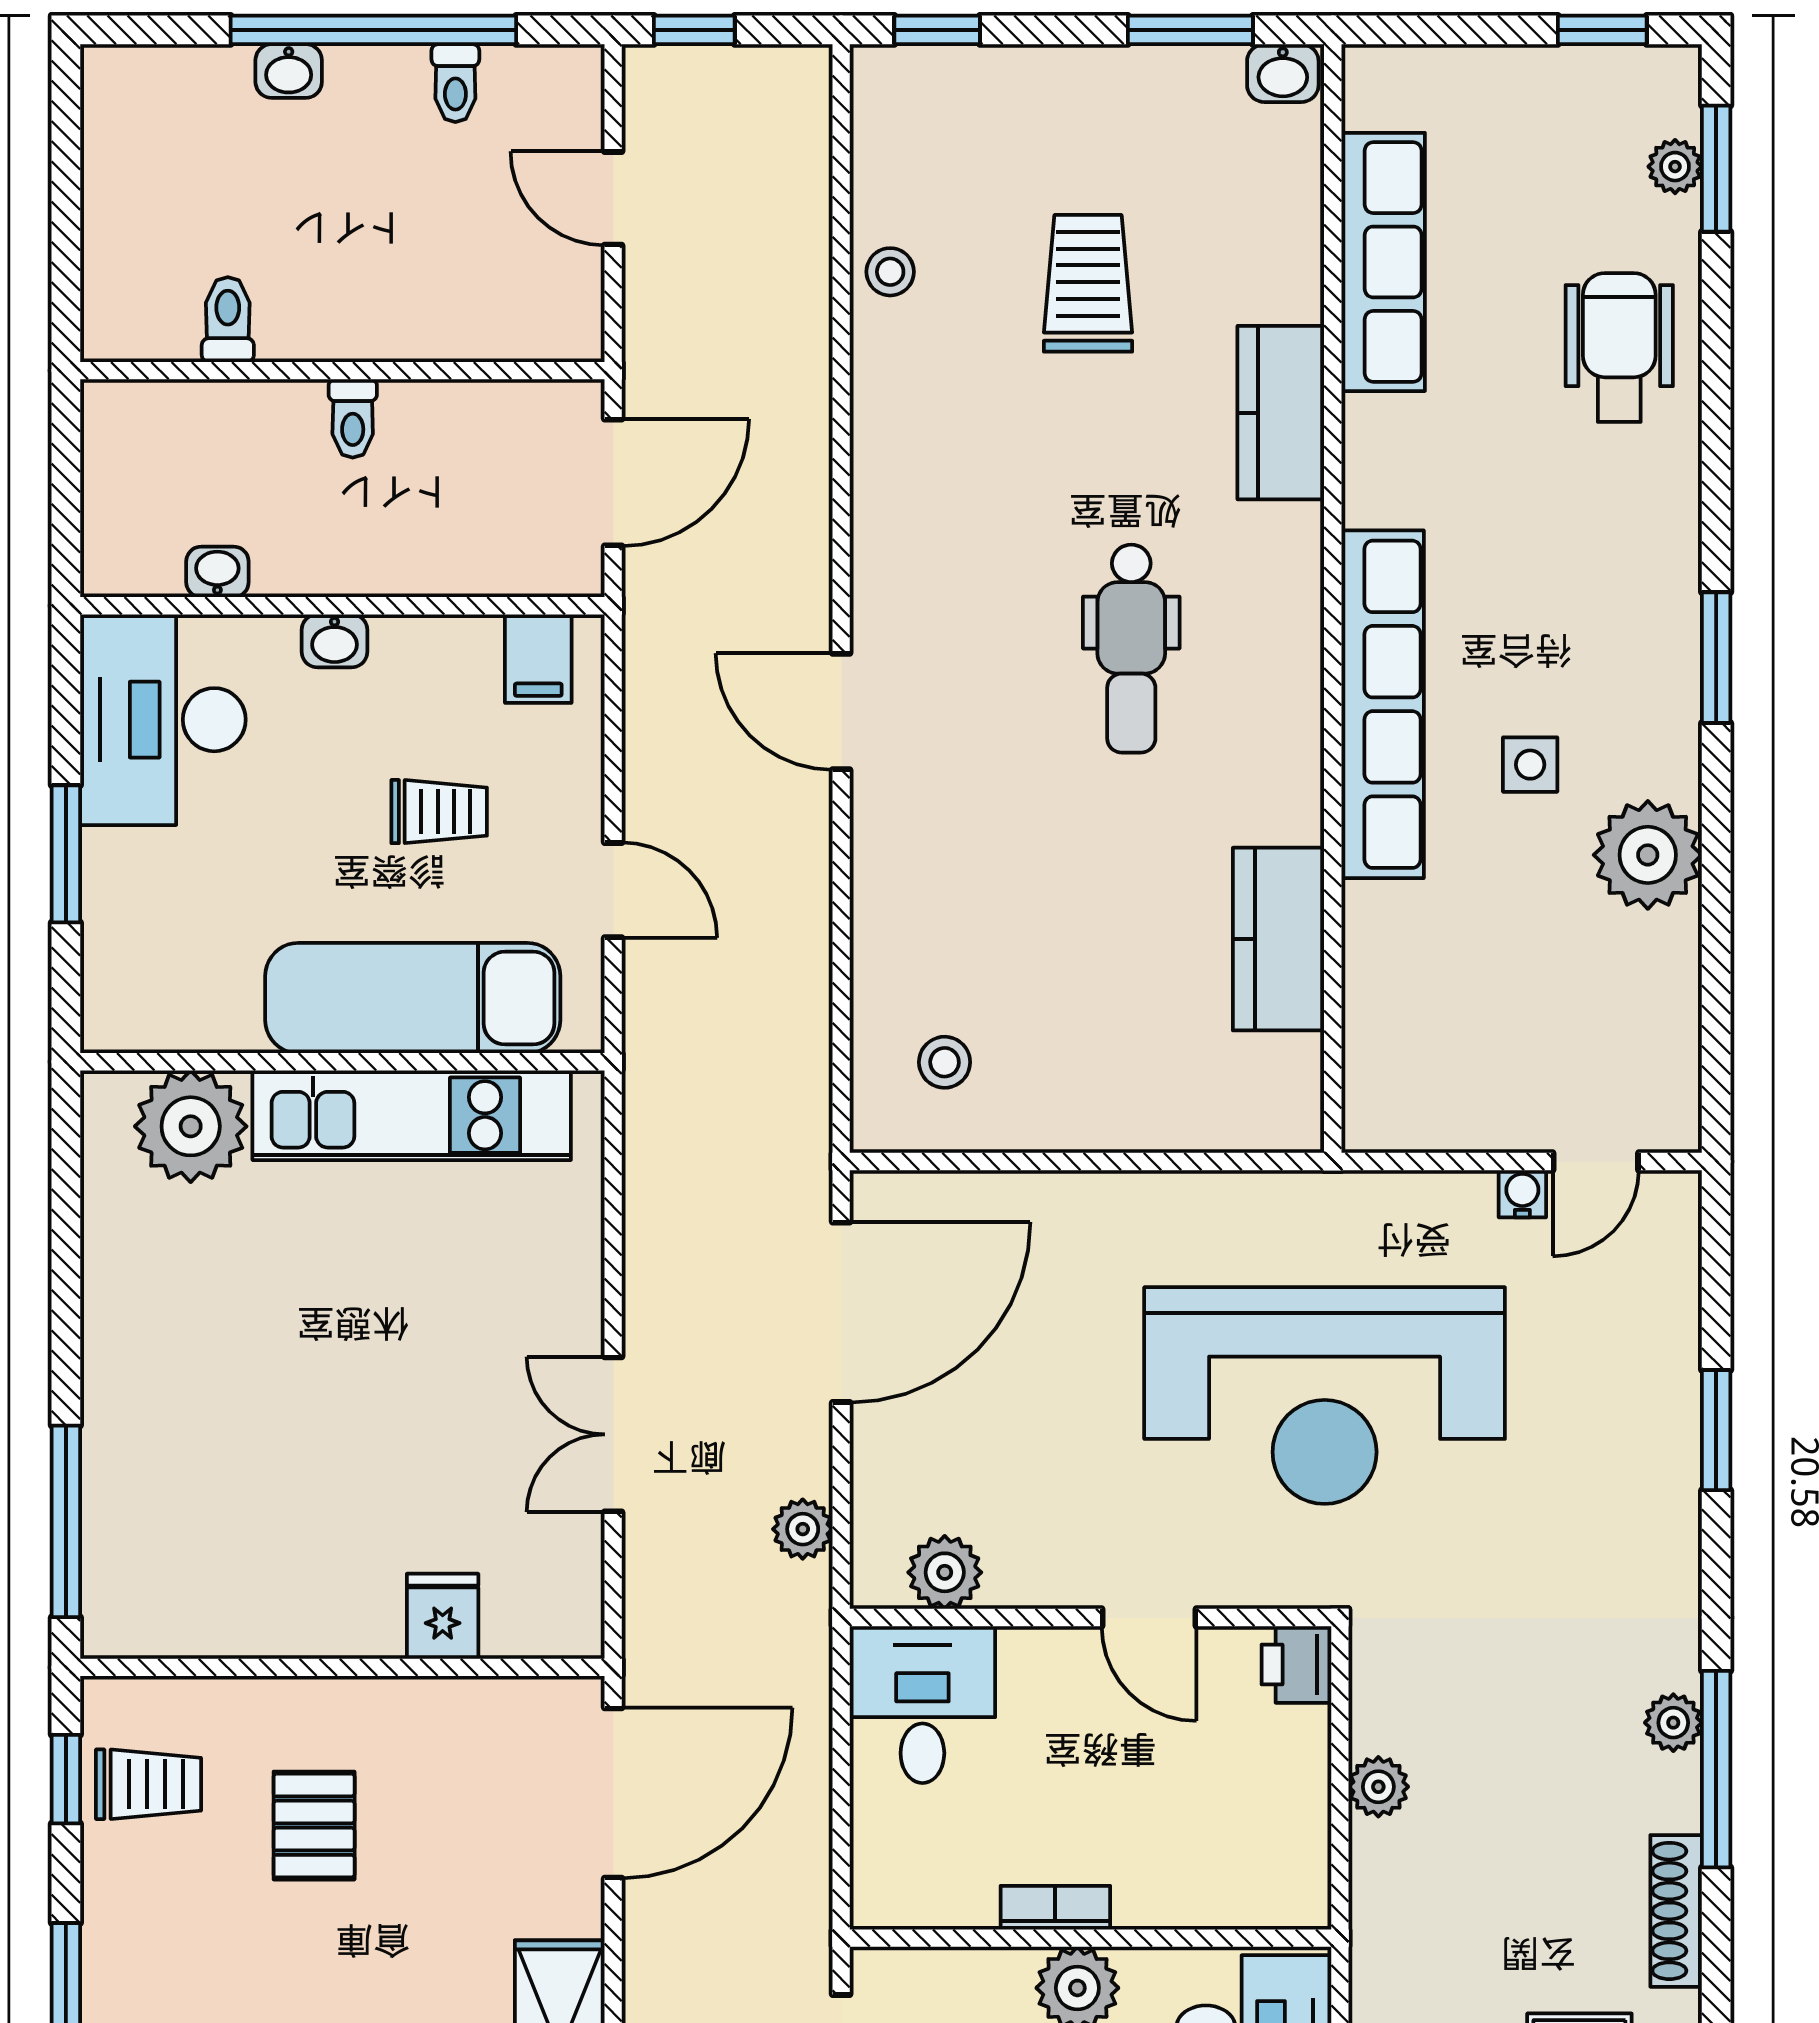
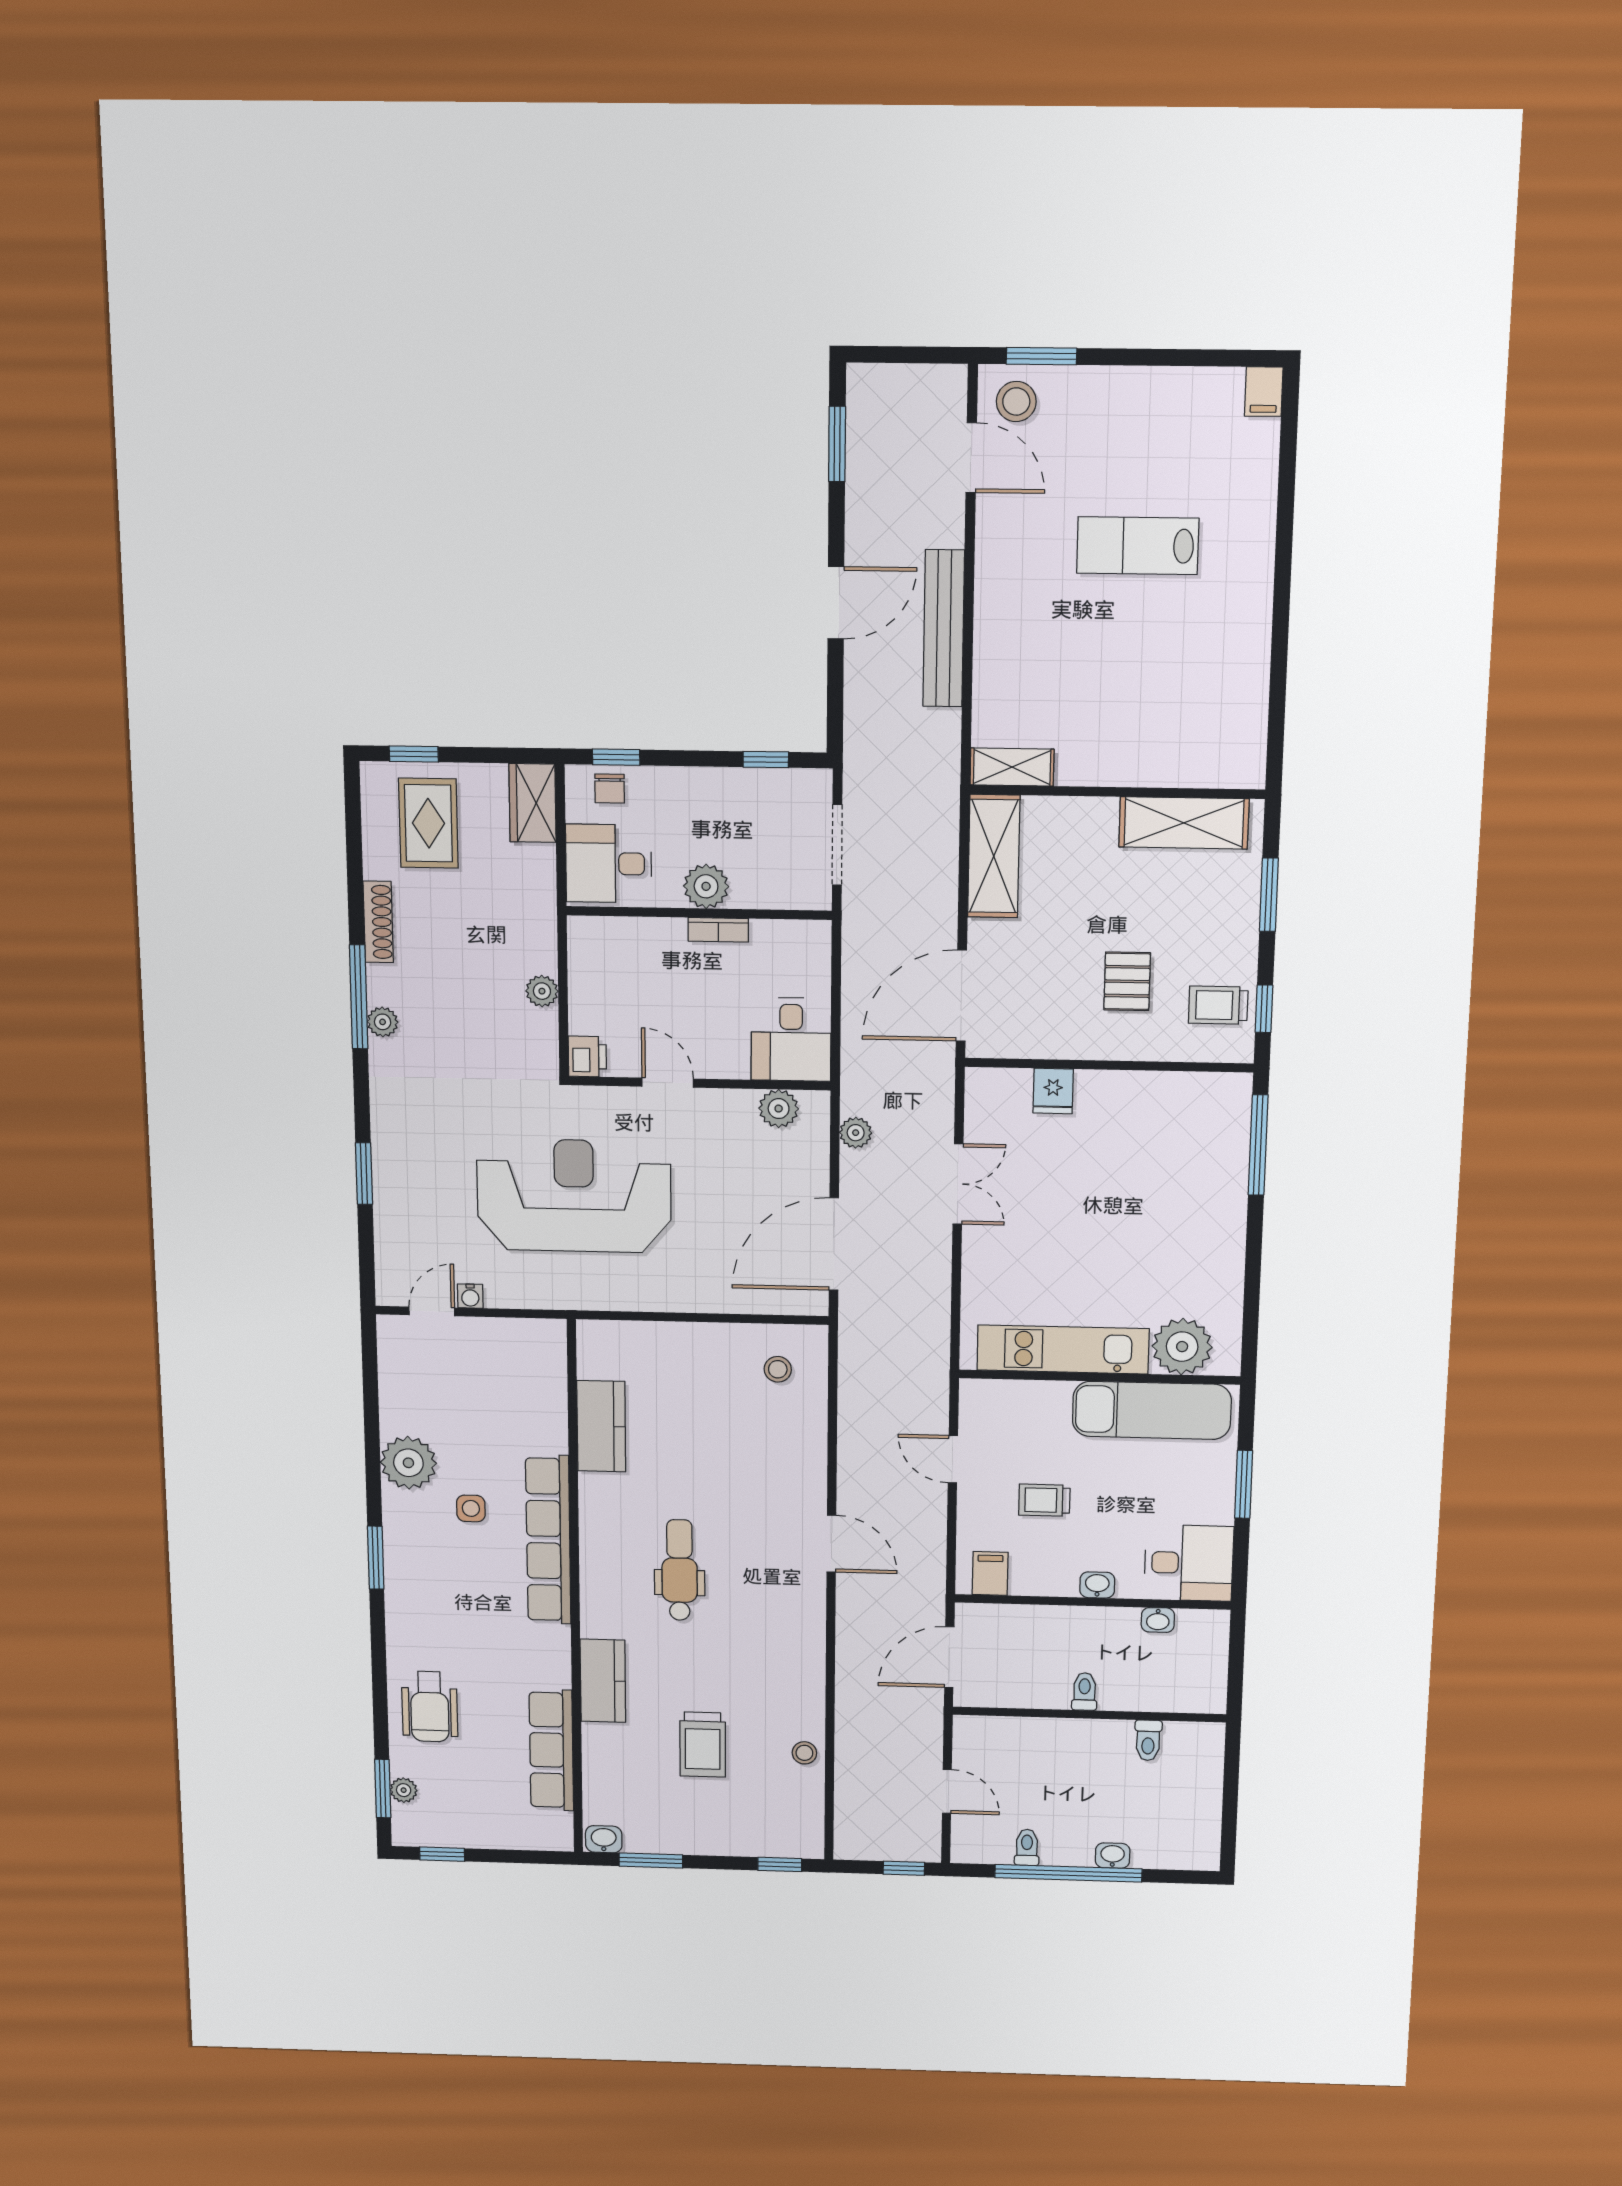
desk: (163, 720) -> (1189, 1563), width x0.73
exam couch: (413, 998) -> (1152, 1410), moved

